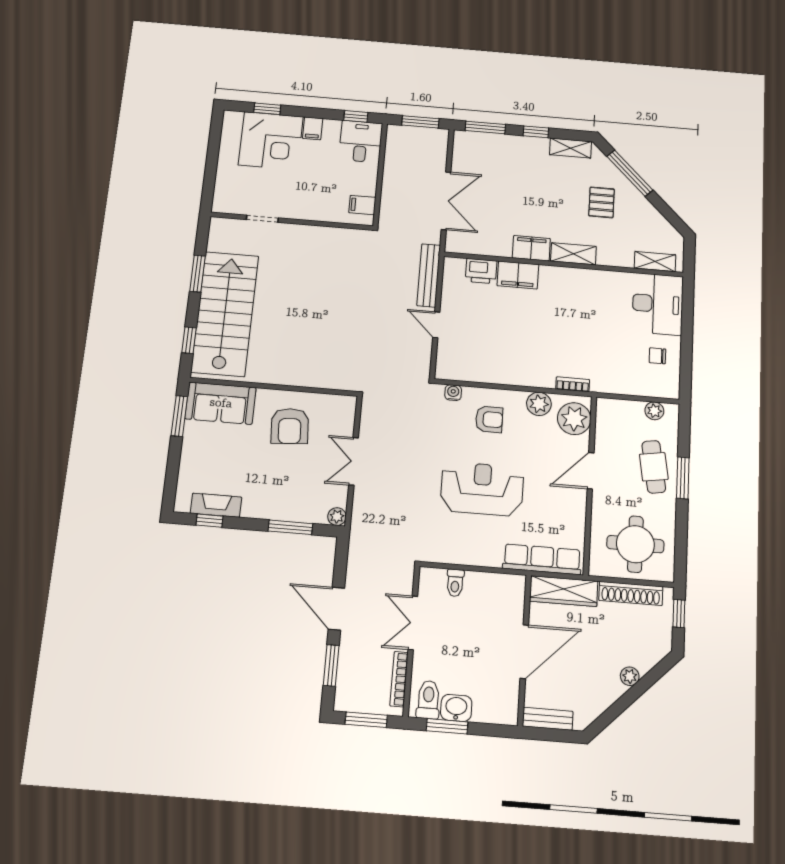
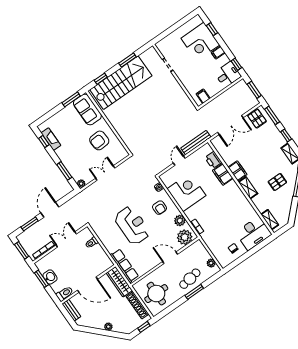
pallet: (470, 153) -> (257, 118), added
corner desk: (499, 355) -> (186, 192), added
toilet: (428, 700) -> (65, 294), moved

